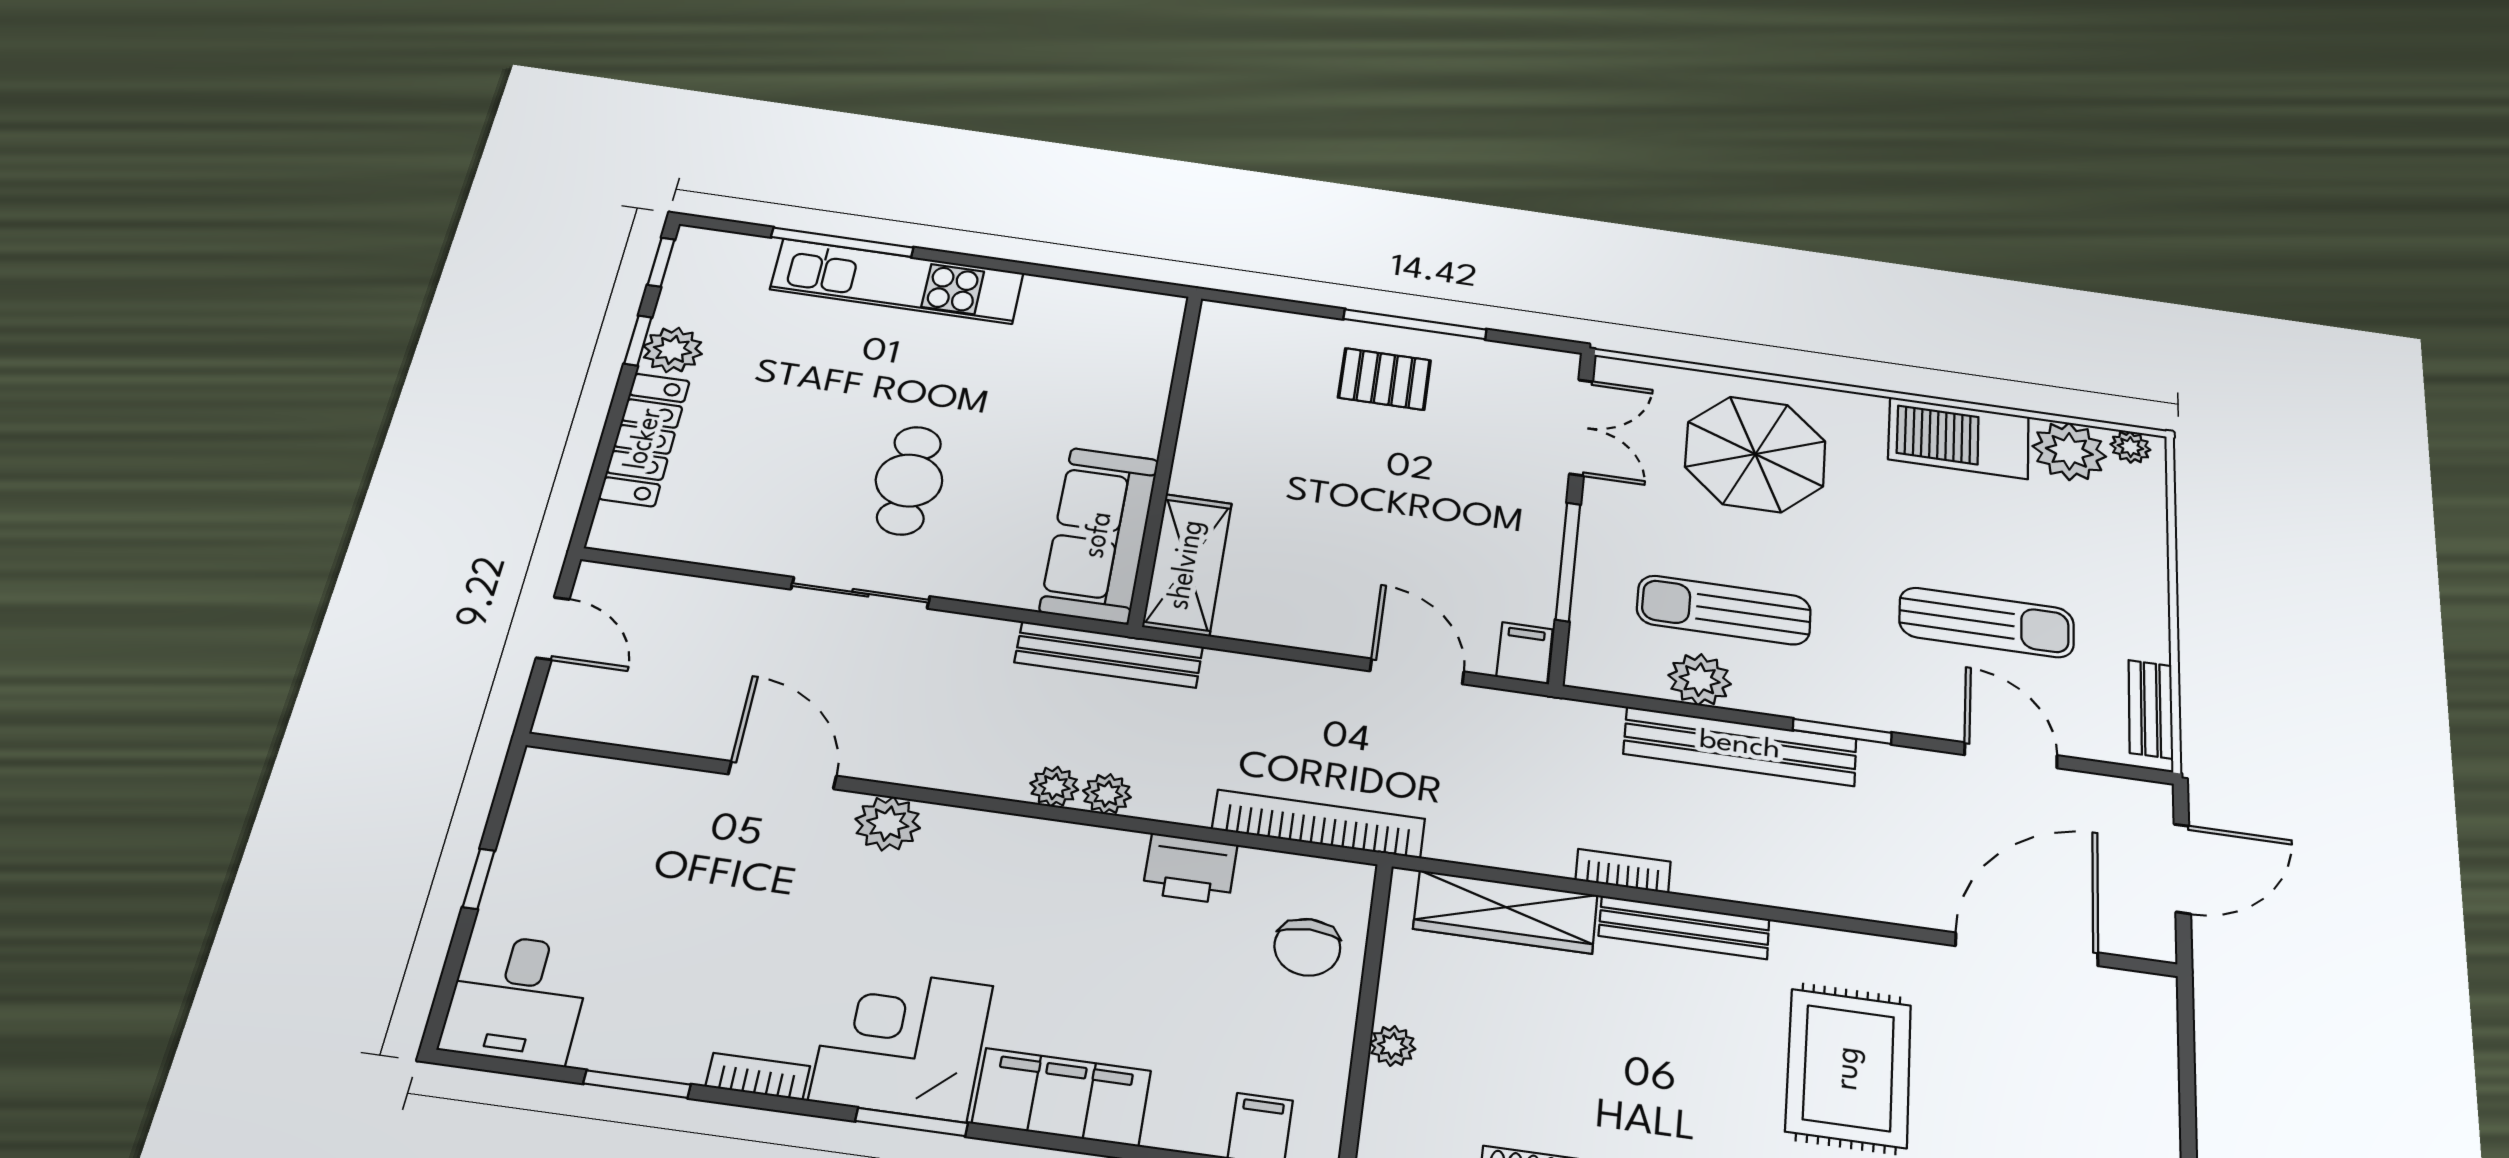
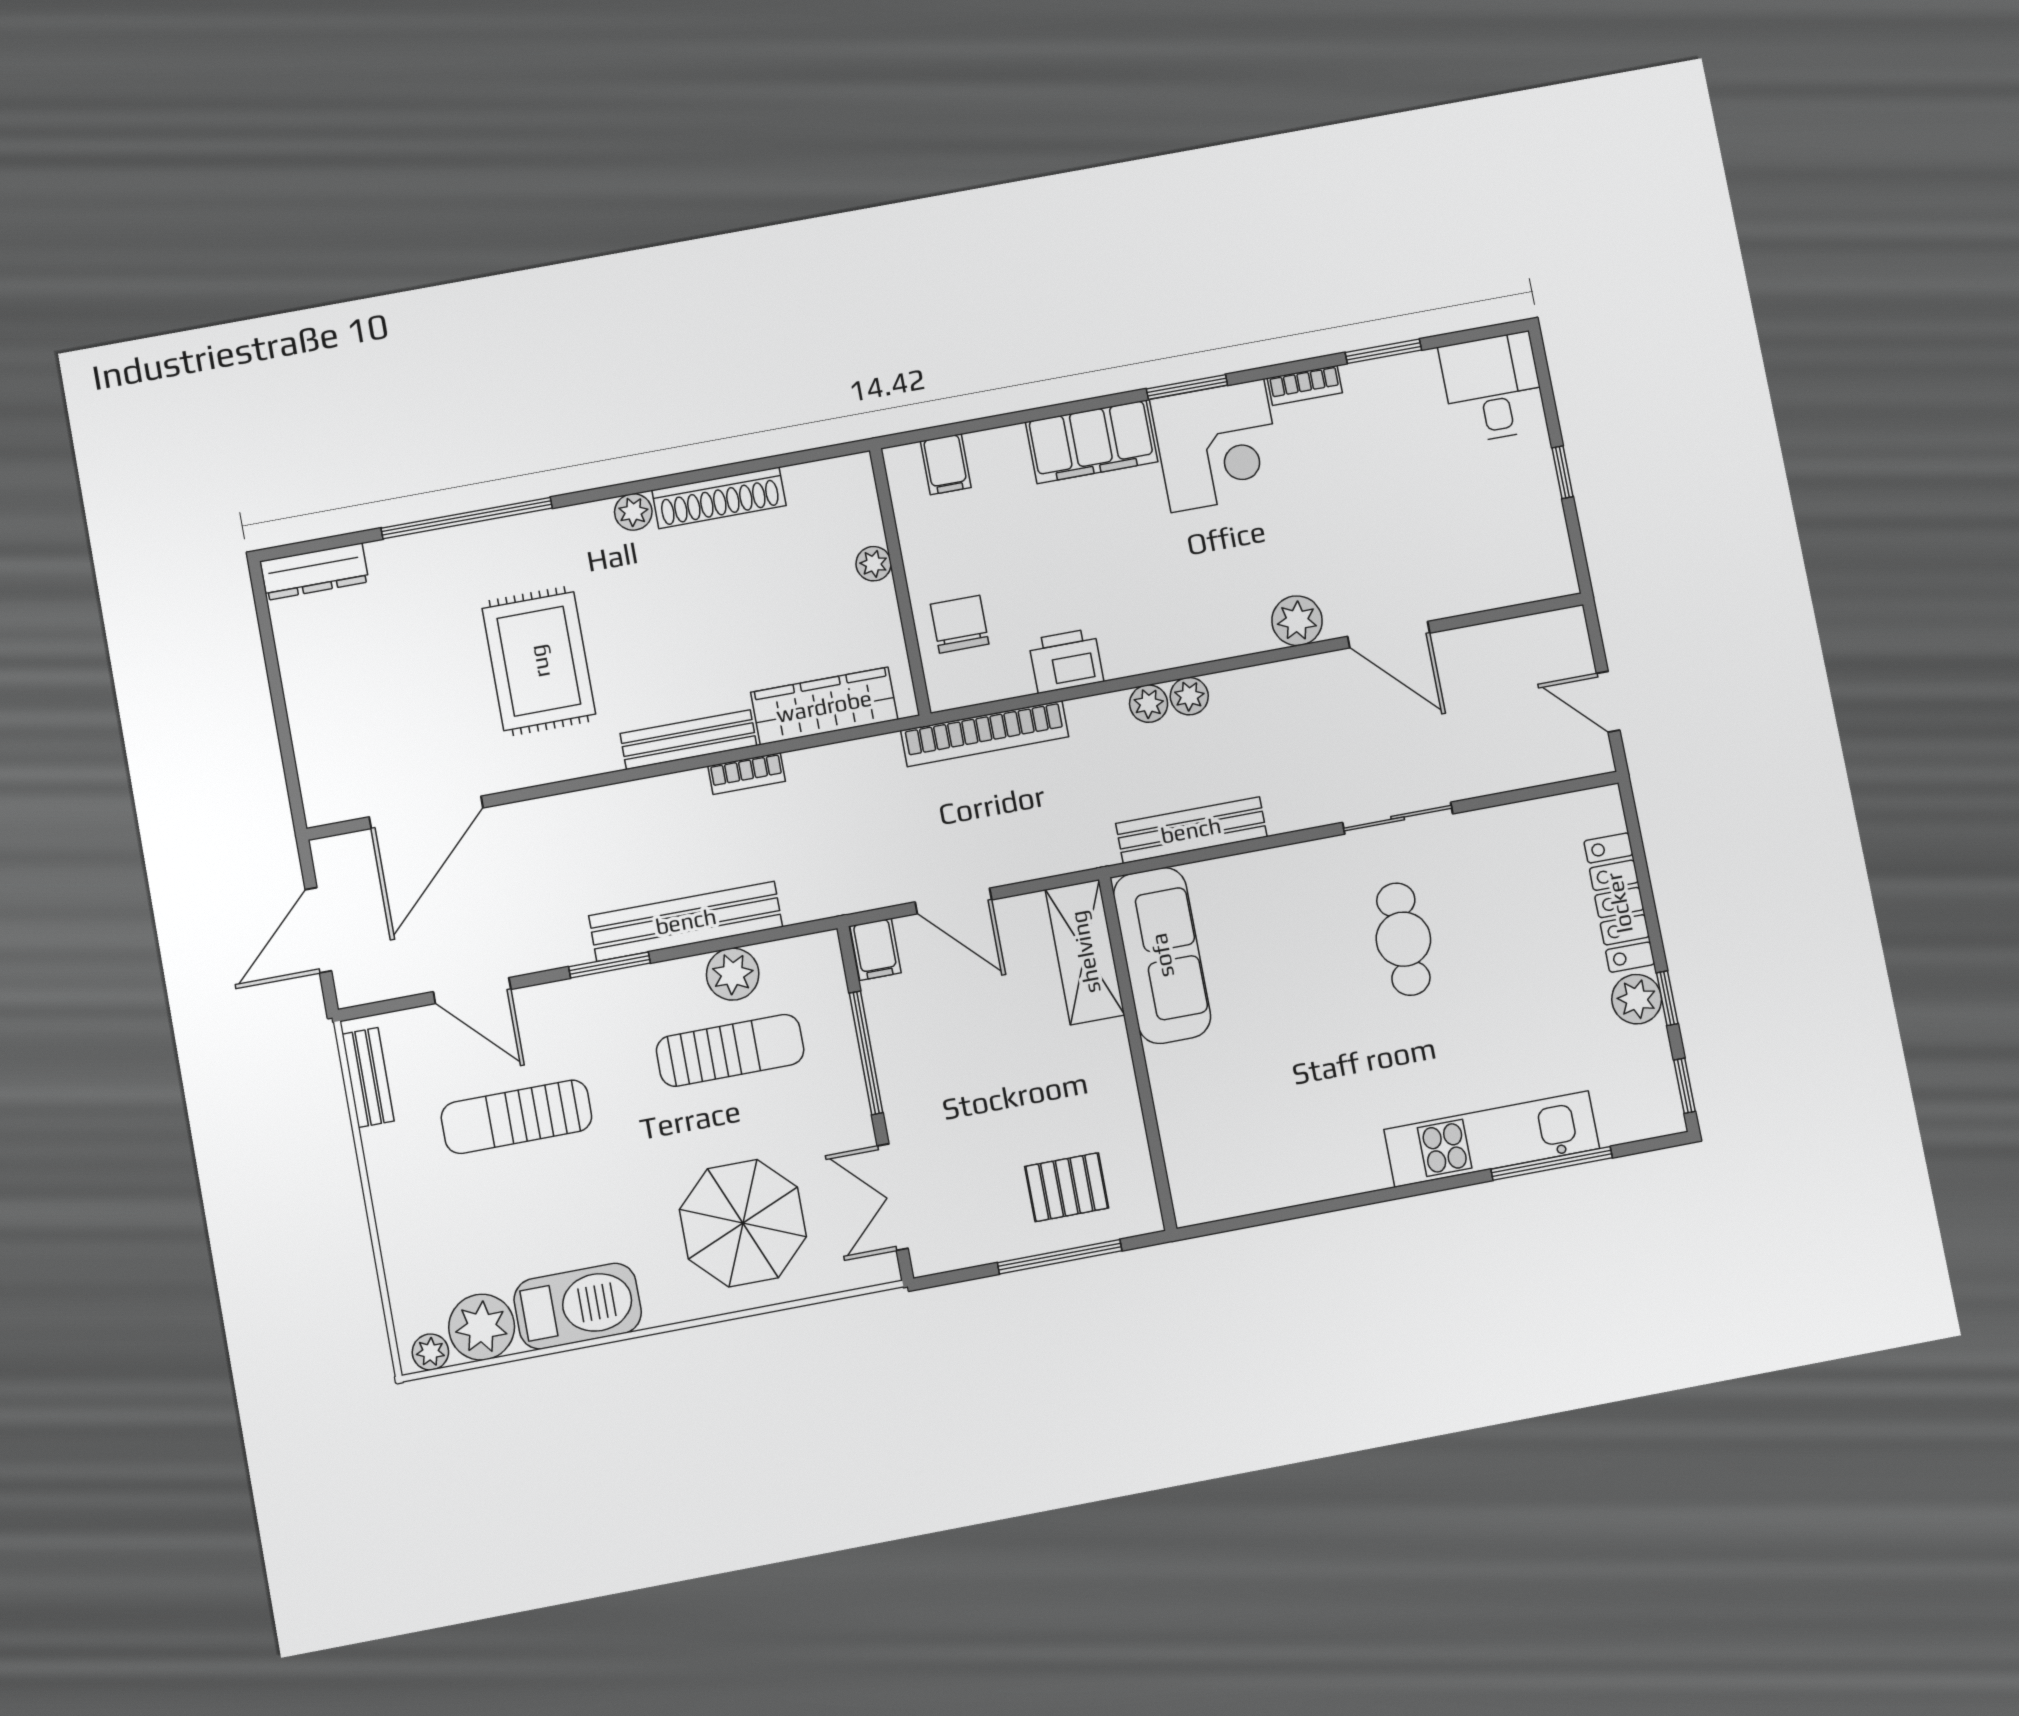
wall: (1166, 456) -> (1138, 1054), moved
sofa: (1099, 535) -> (1162, 955), moved
shelving: (1187, 565) -> (1085, 952), moved

